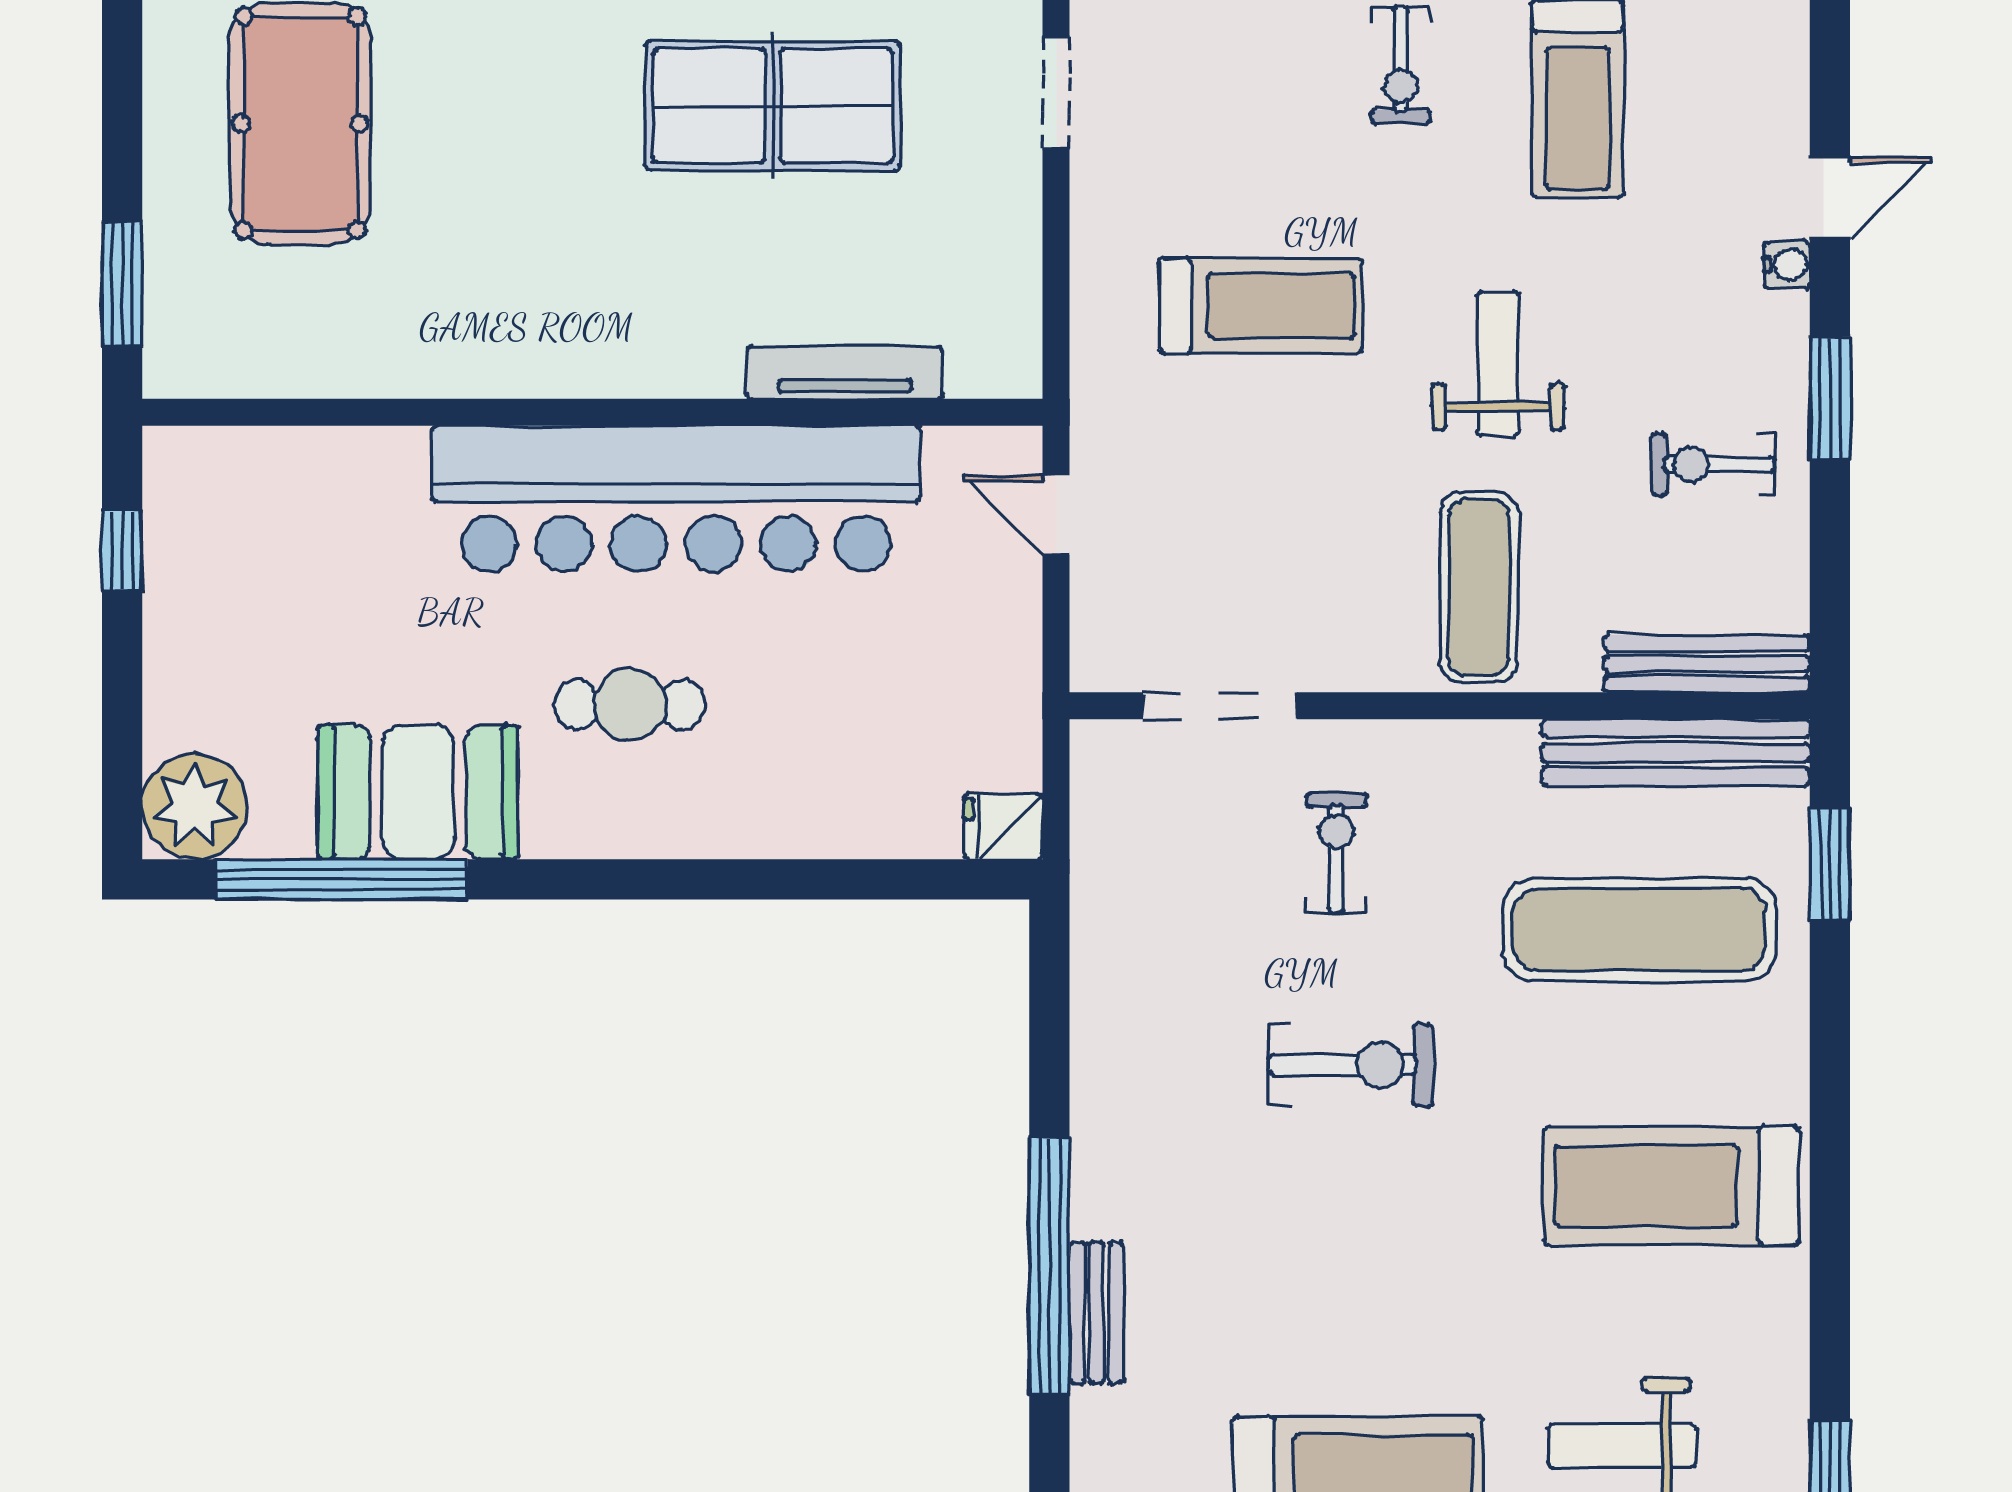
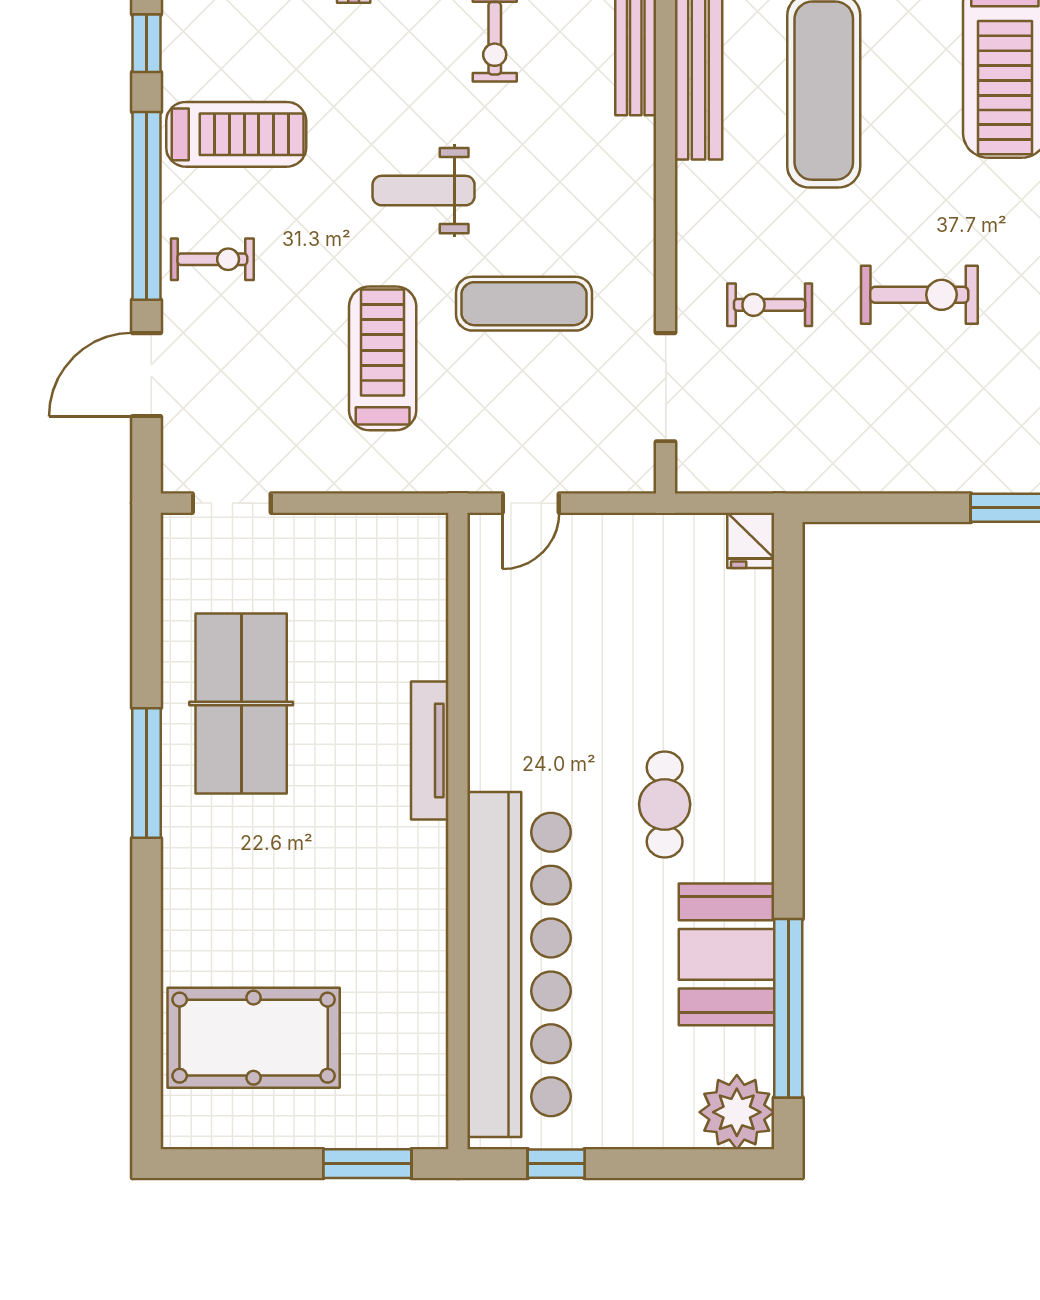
tv unit: (845, 372) -> (430, 751), moved
bar counter: (676, 499) -> (519, 964), moved
exercise mat: (1479, 587) -> (524, 304), moved
exercise bike: (1351, 1065) -> (919, 295), turned 90

